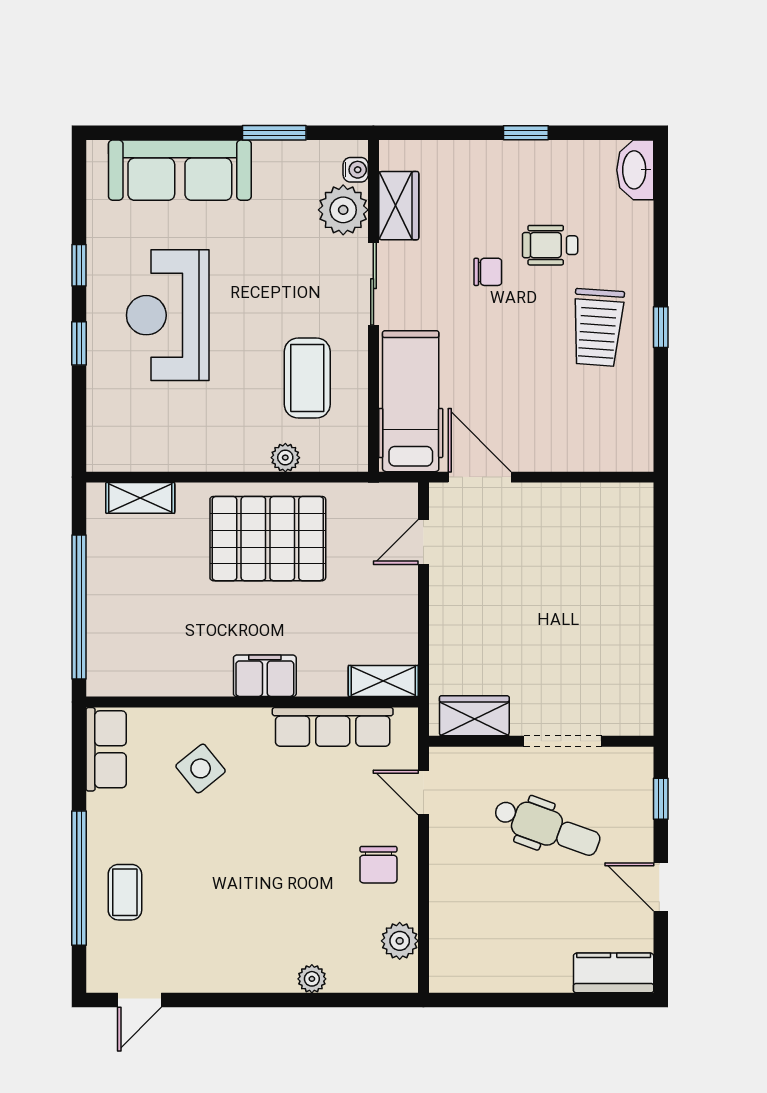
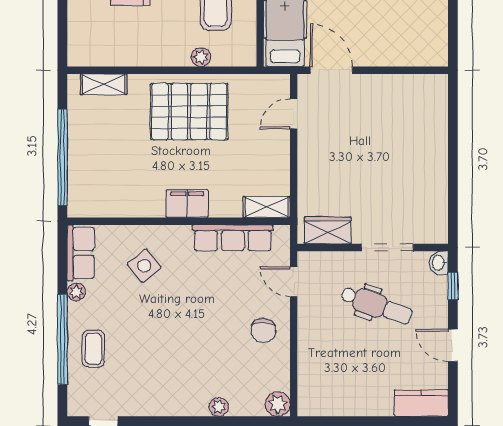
washbasin: (640, 764) -> (439, 263), added
plant: (100, 808) -> (76, 292), added
plant: (400, 941) -> (278, 404), moved

